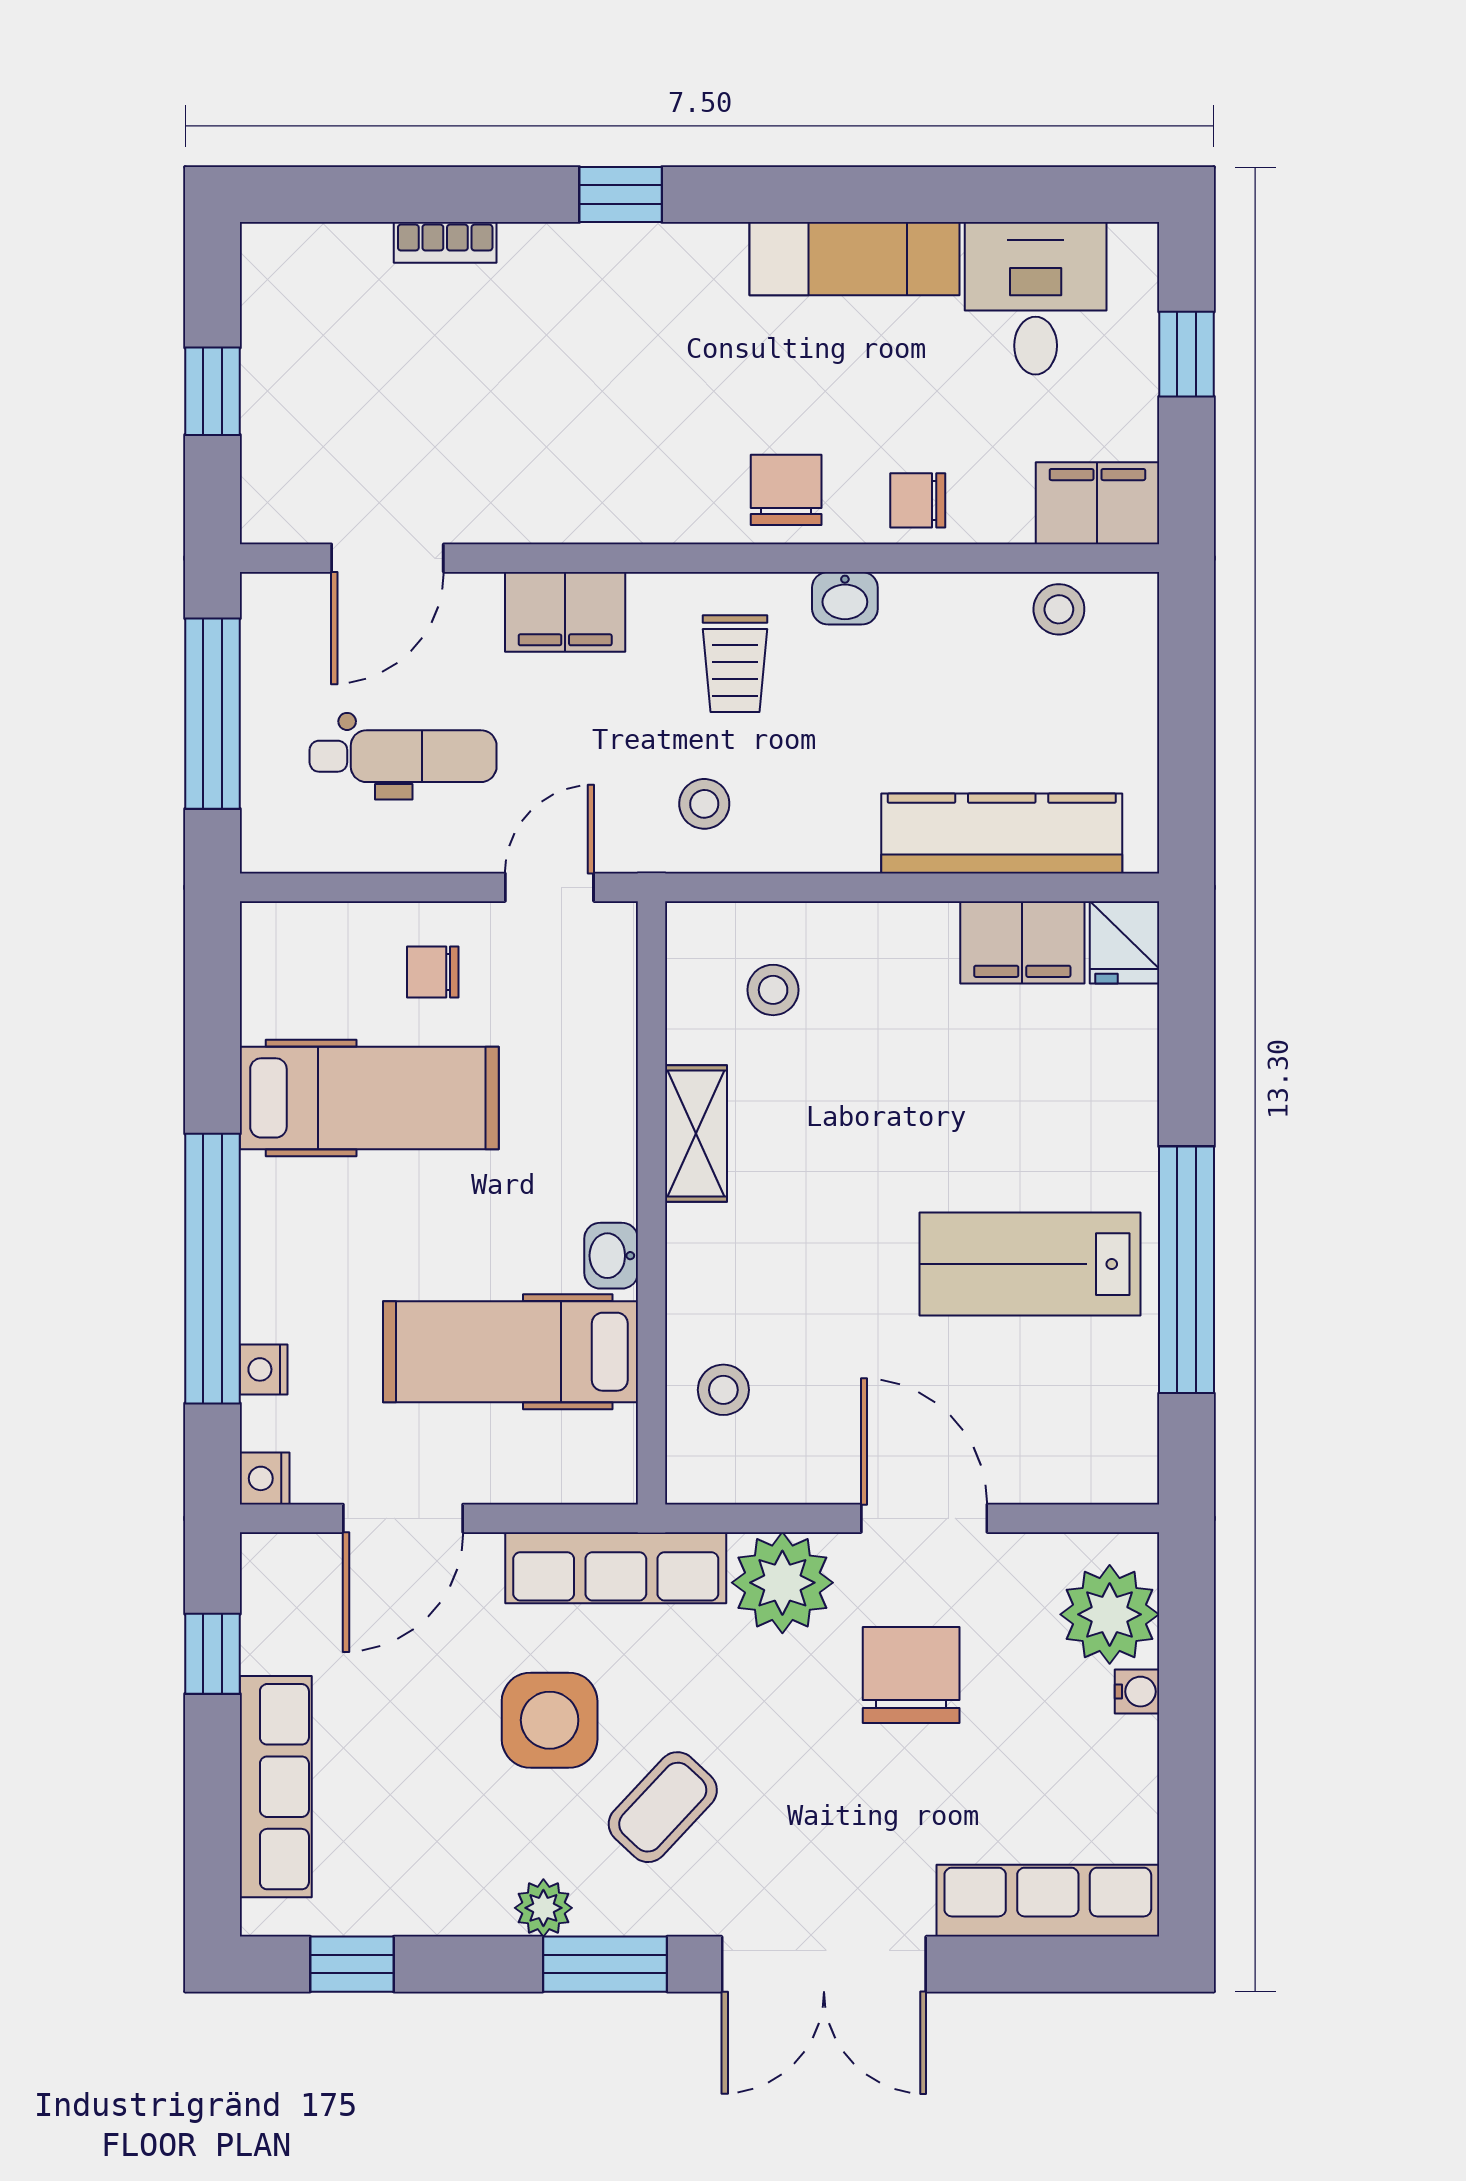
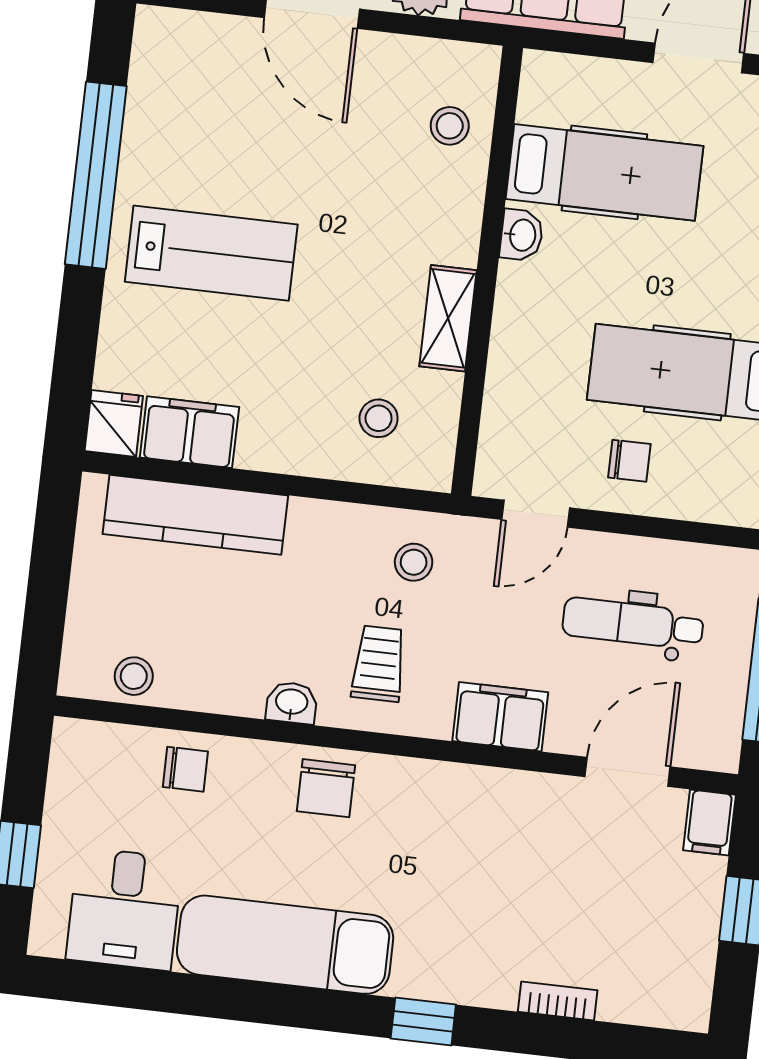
exam couch: (854, 259) -> (285, 945), width x1.36, depth x1.45
chair: (918, 500) -> (185, 769), moved
filing cabinet: (1097, 503) -> (709, 822), moved, width x0.50
lab bench: (1030, 1264) -> (211, 253), moved

